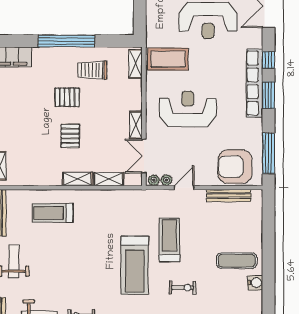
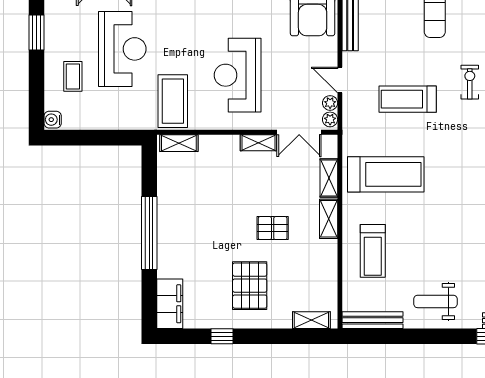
trolley: (92, 70) -> (187, 199), removed
pallet: (67, 97) -> (250, 286), moved, width x1.50, depth x1.42
treadmill: (135, 265) -> (386, 174), moved

